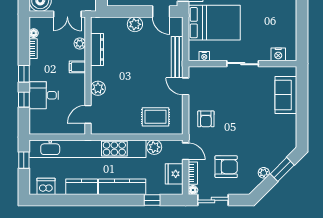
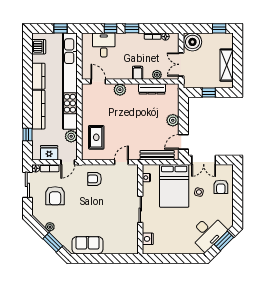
bench: (177, 57) -> (157, 155), moved
desk: (44, 95) -> (104, 45), moved
sofa: (286, 95) -> (87, 245), moved

